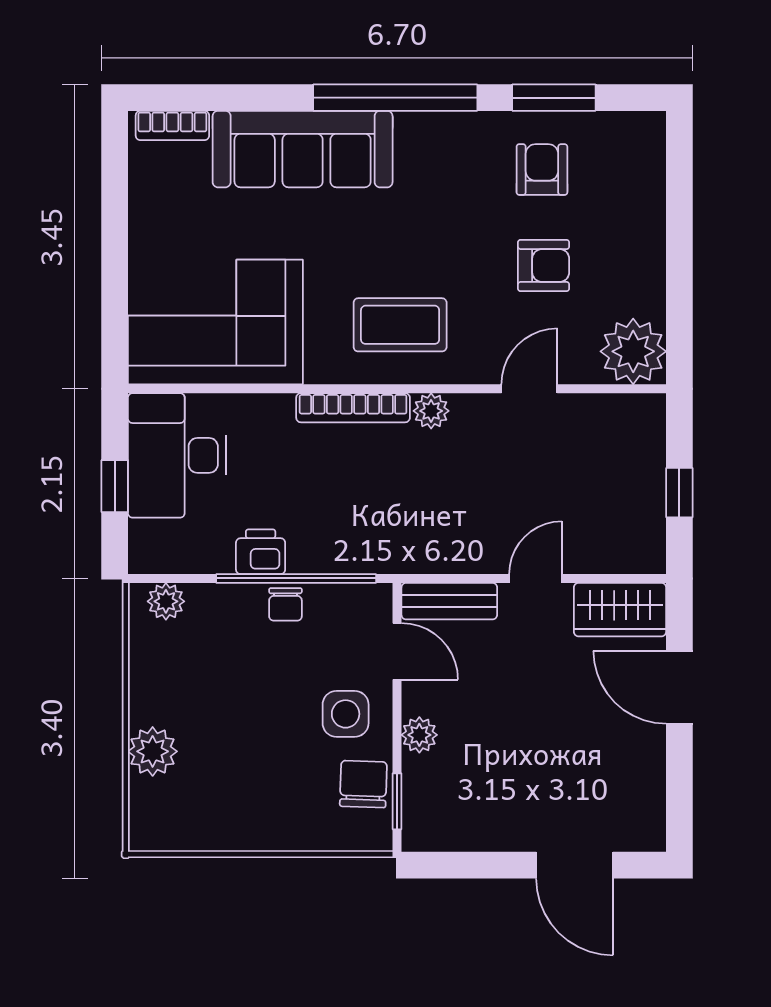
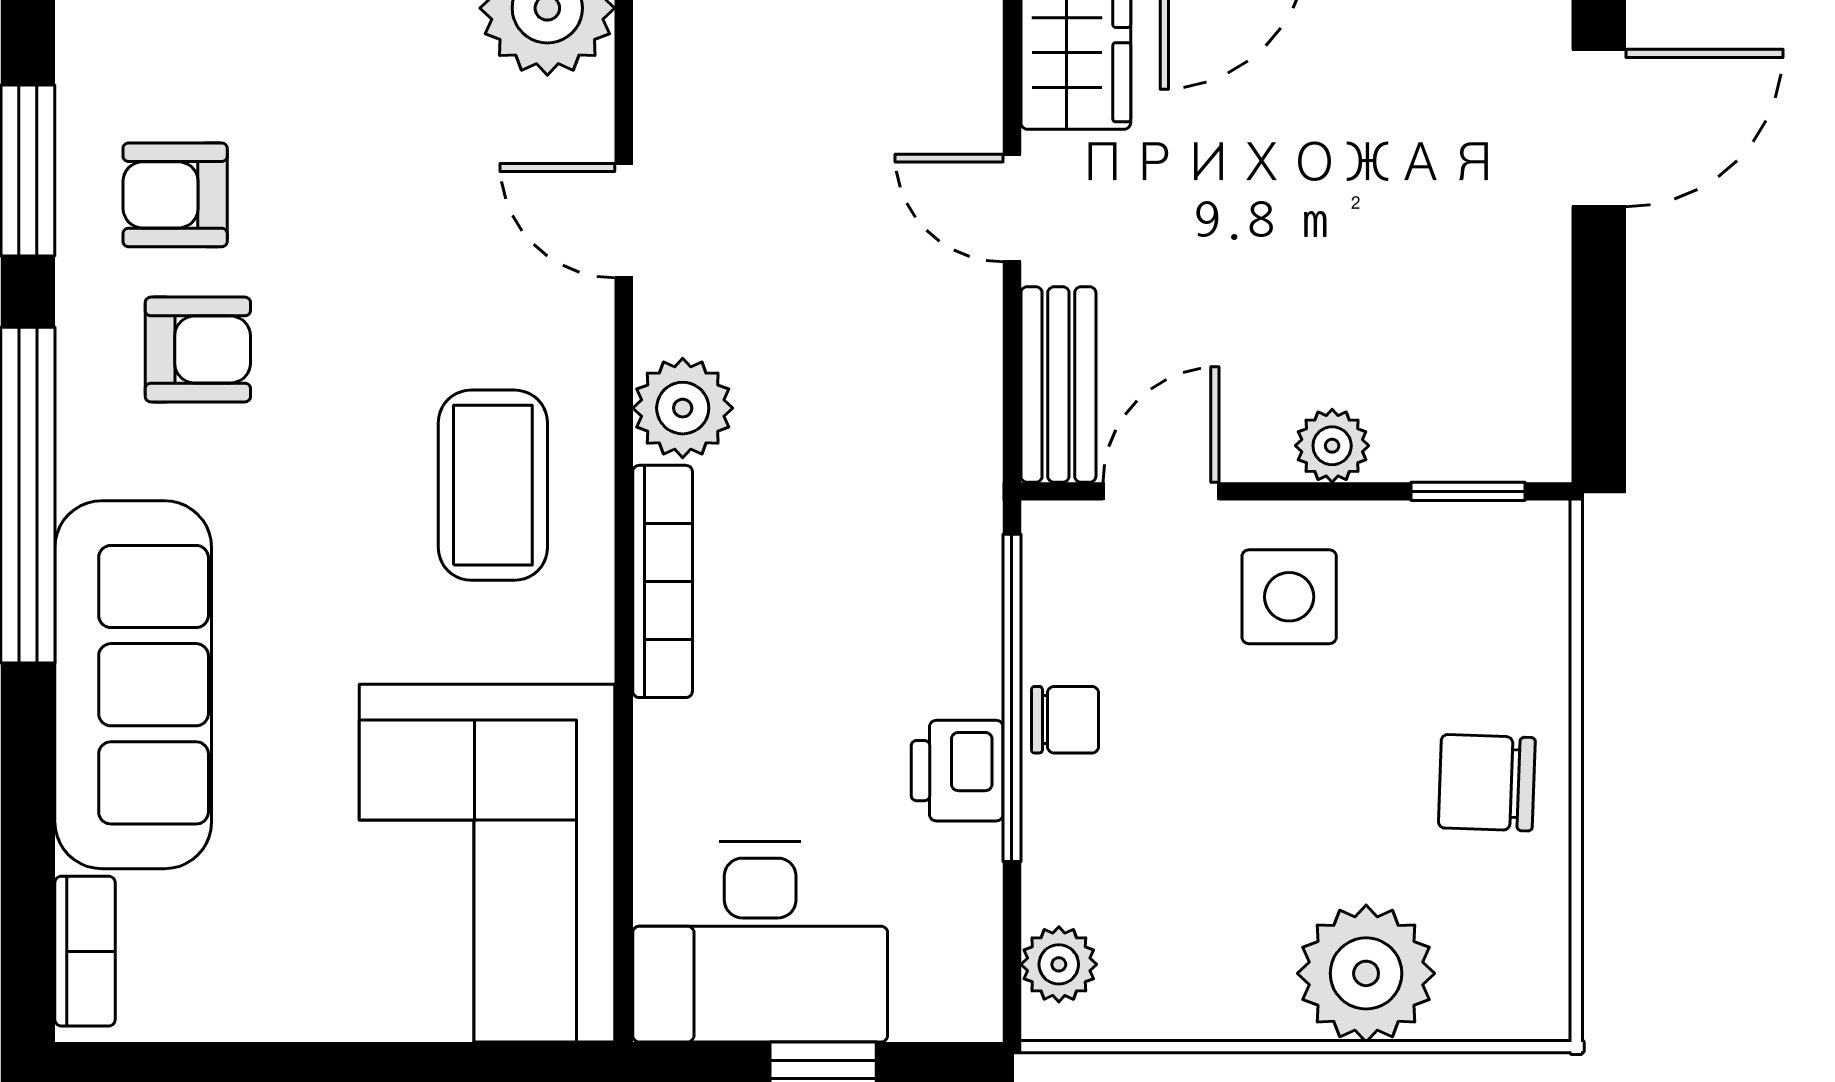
armchair: (544, 265) -> (198, 350), moved, turned 90
plant: (431, 411) -> (683, 408), width x1.38, depth x1.38
plant: (153, 751) -> (1366, 973), width x1.36, depth x1.36
chair: (363, 784) -> (1487, 783), moved

